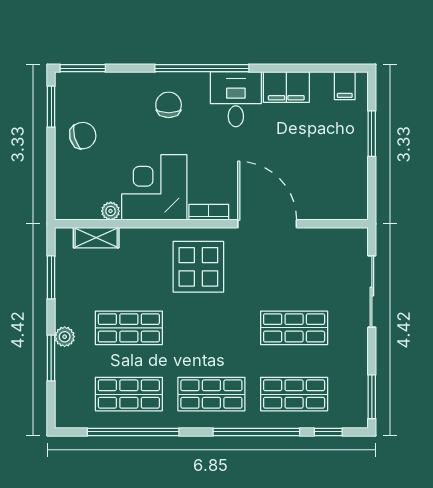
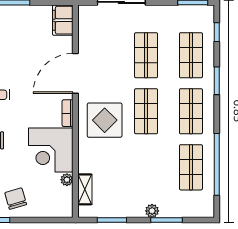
filing cabinet: (346, 205) -> (63, 20), added
shop shelf: (129, 328) -> (146, 111), moved
window: (256, 432) -> (217, 81), width x0.47

